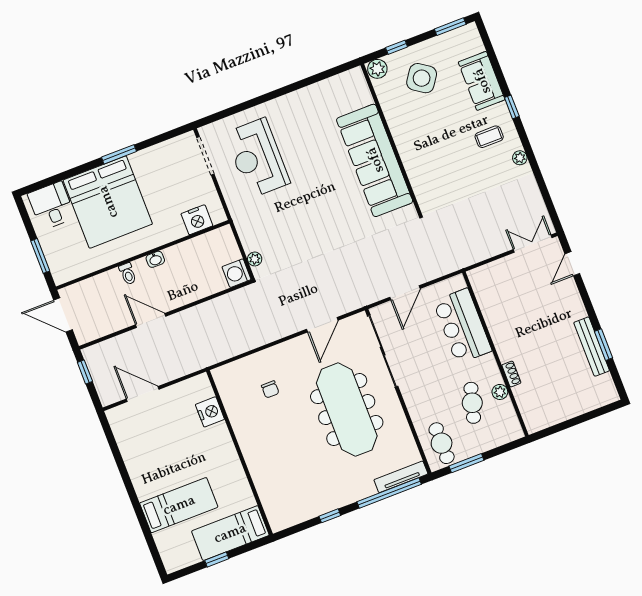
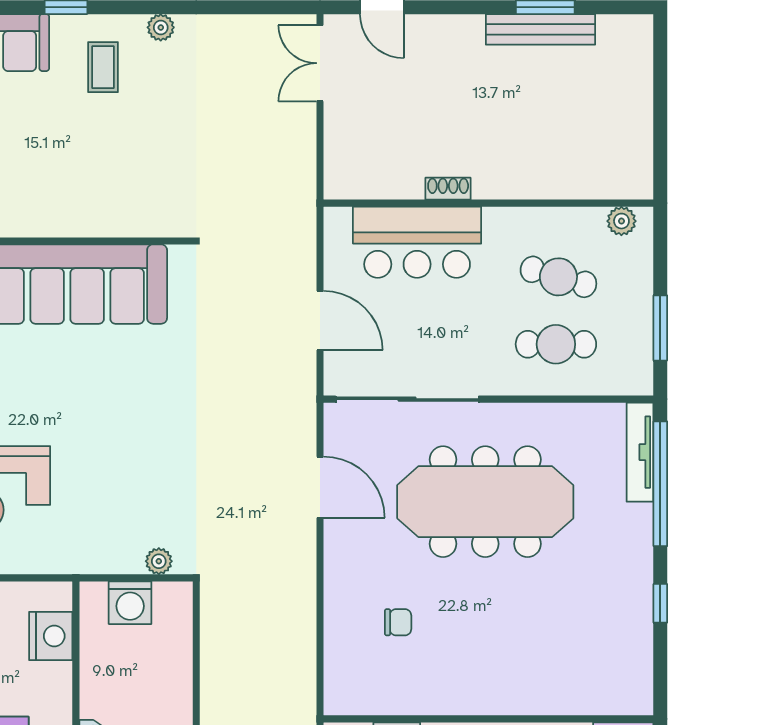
washing machine: (236, 273) -> (130, 603), moved
shoe rack: (511, 374) -> (448, 189), moved
plant: (500, 392) -> (621, 221), moved
cafe table: (442, 443) -> (556, 344), moved

